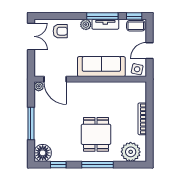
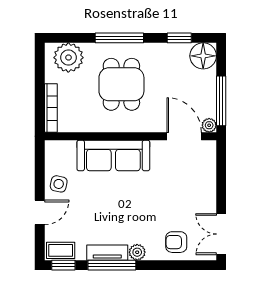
sofa: (101, 67) -> (113, 155), moved
door: (55, 79) -> (184, 136), moved
wall: (90, 79) -> (130, 136), moved
plant: (39, 86) -> (209, 125), moved

